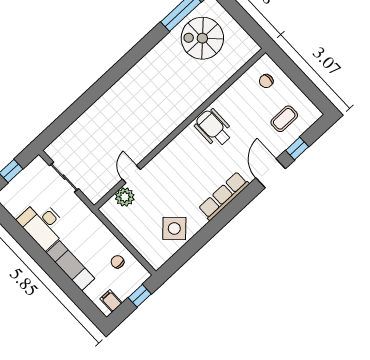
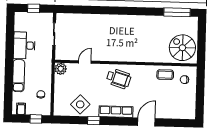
spiral stairs: (202, 38) -> (182, 48), moved
coffee table: (284, 119) -> (165, 75), moved
wheelchair: (214, 128) -> (119, 79), moved, turned 107
window: (297, 148) -> (94, 121), moved
plant: (125, 197) -> (61, 69), moved

